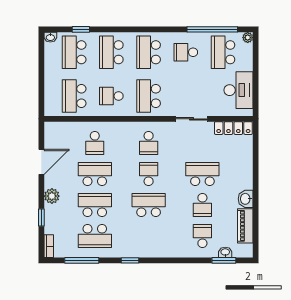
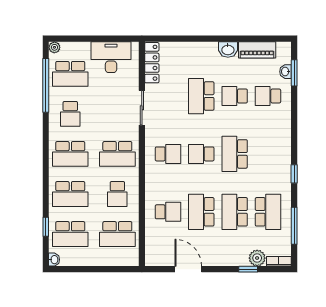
plant: (52, 196) -> (257, 258), moved
school desk: (202, 205) -> (235, 96), turned 180

